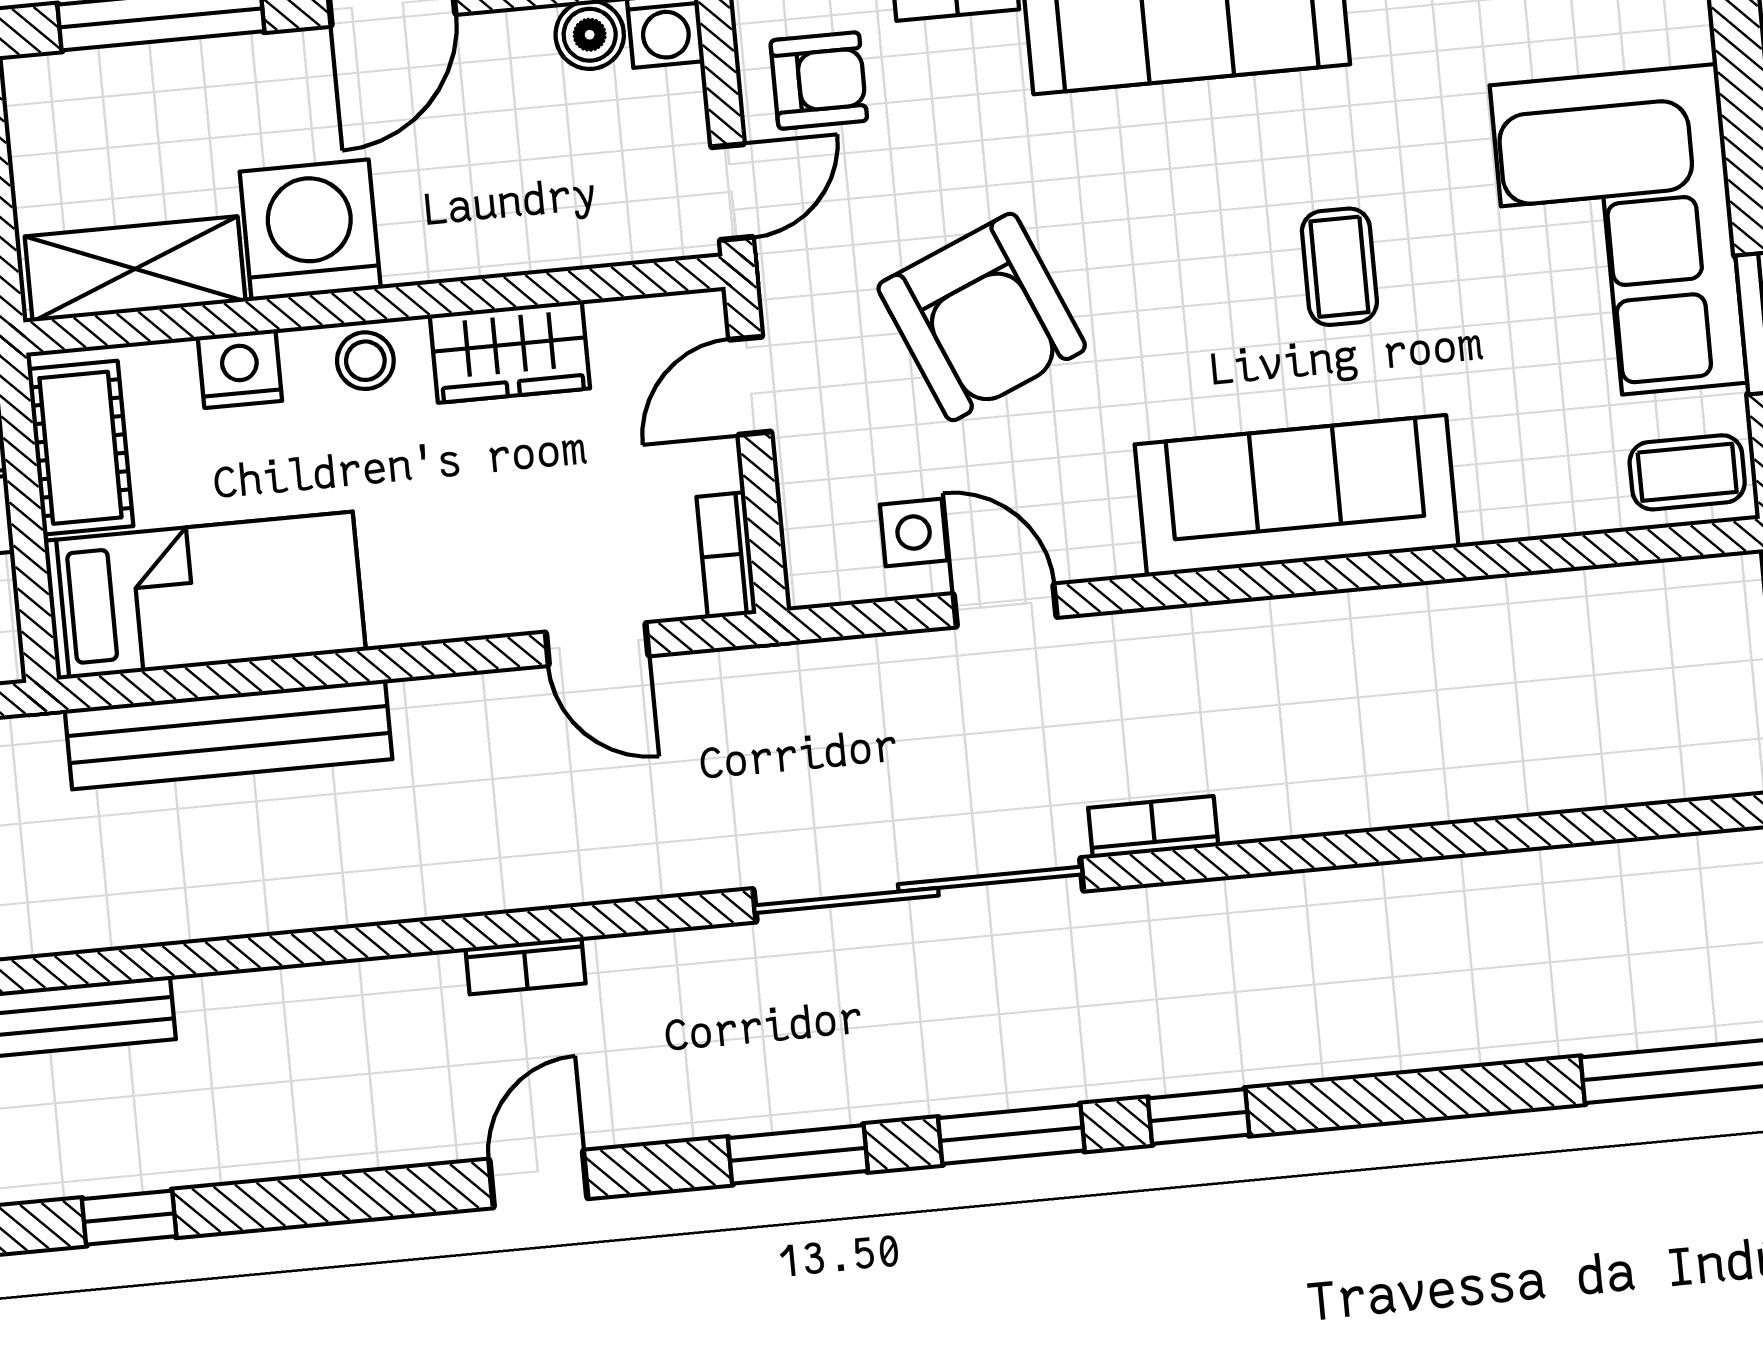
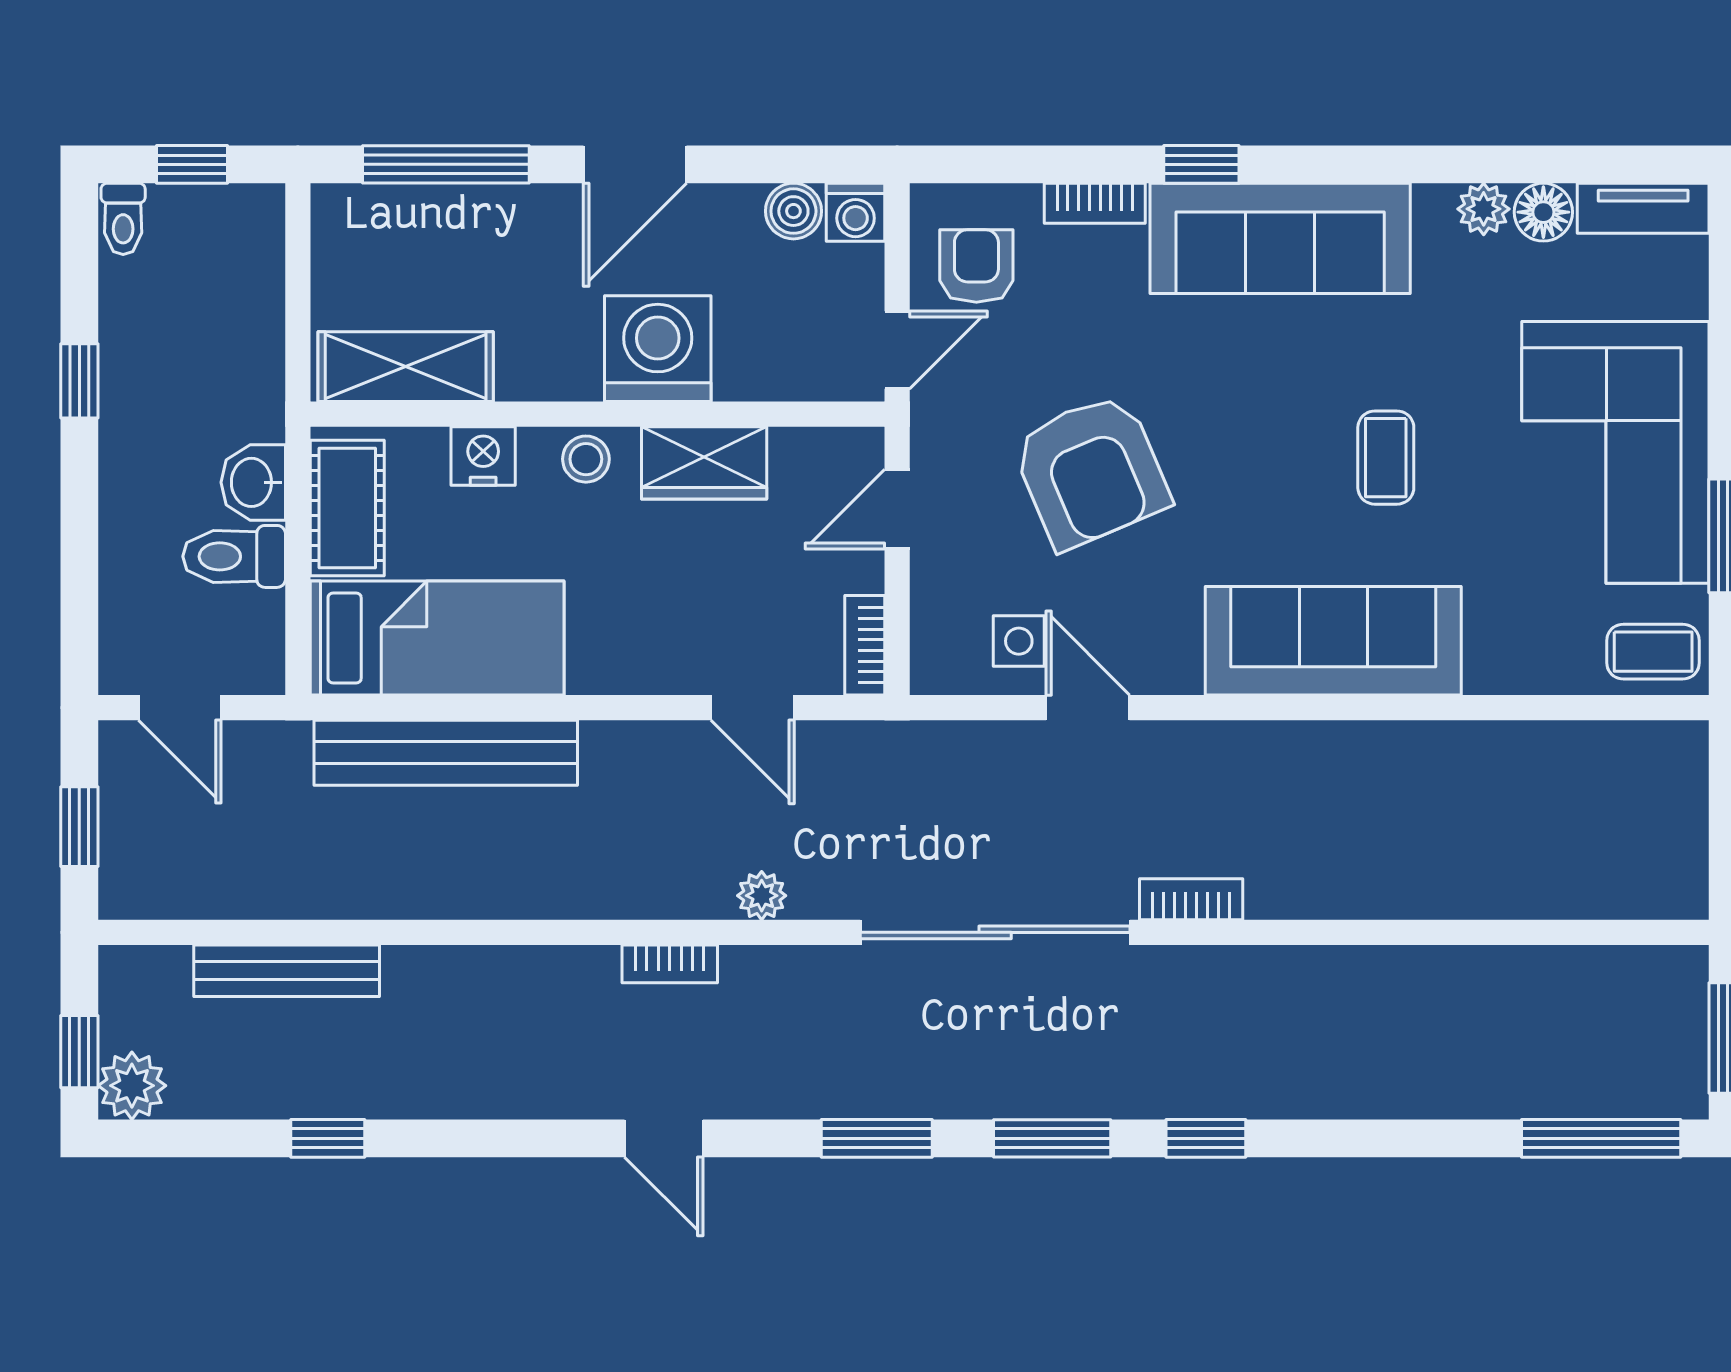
armchair: (819, 81) -> (976, 266), turned -90
washing machine: (310, 230) -> (658, 349), moved
plant: (630, 872) -> (762, 896), added
door: (538, 1179) -> (664, 1138), swing flipped

